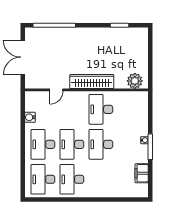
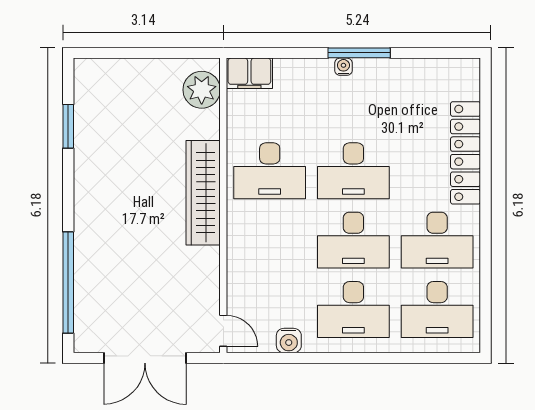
door: (56, 90) -> (223, 331), moved
filing cabinet: (142, 173) -> (249, 73), moved
locker: (108, 191) -> (466, 153), added

